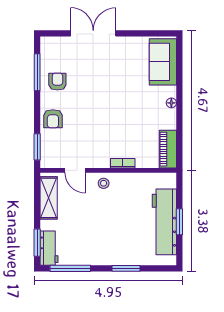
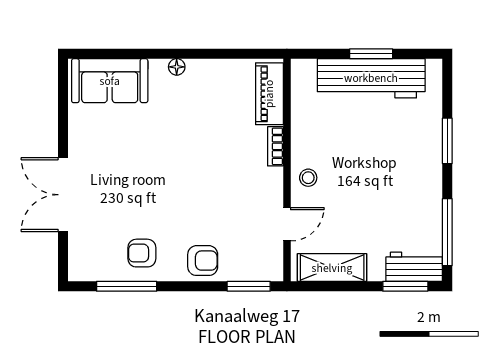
piano: (168, 149) -> (269, 94), moved, turned 90

